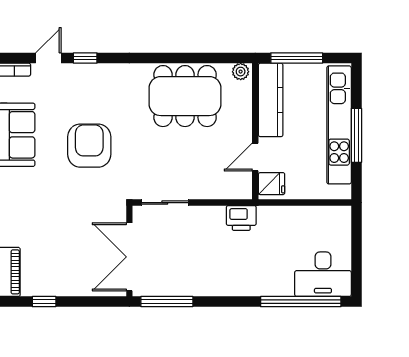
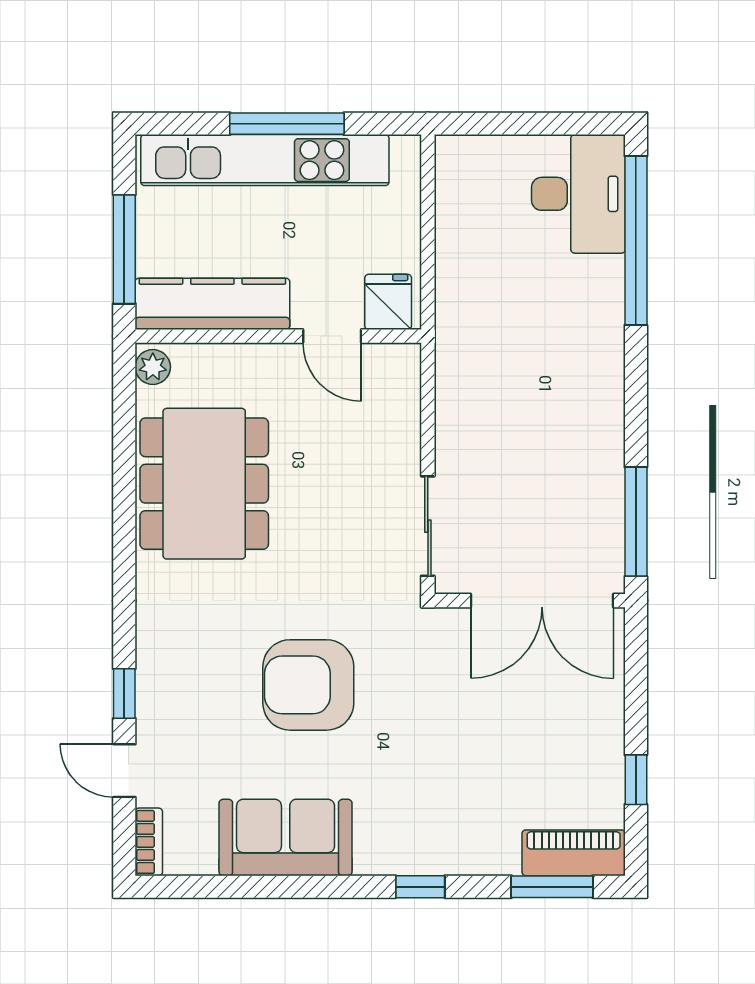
printer: (241, 218) -> (460, 366), removed

